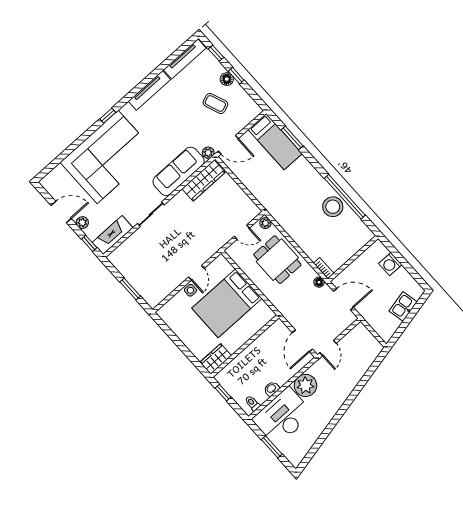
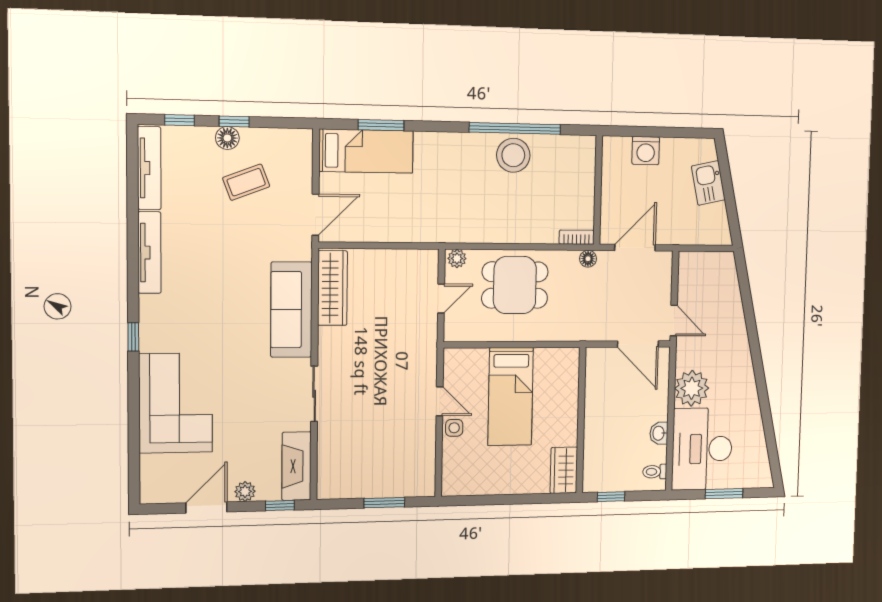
plant: (208, 153) -> (302, 250), removed
corner sofa: (108, 157) -> (176, 403), width x0.73, depth x0.74
bed: (227, 303) -> (511, 397), width x0.67

